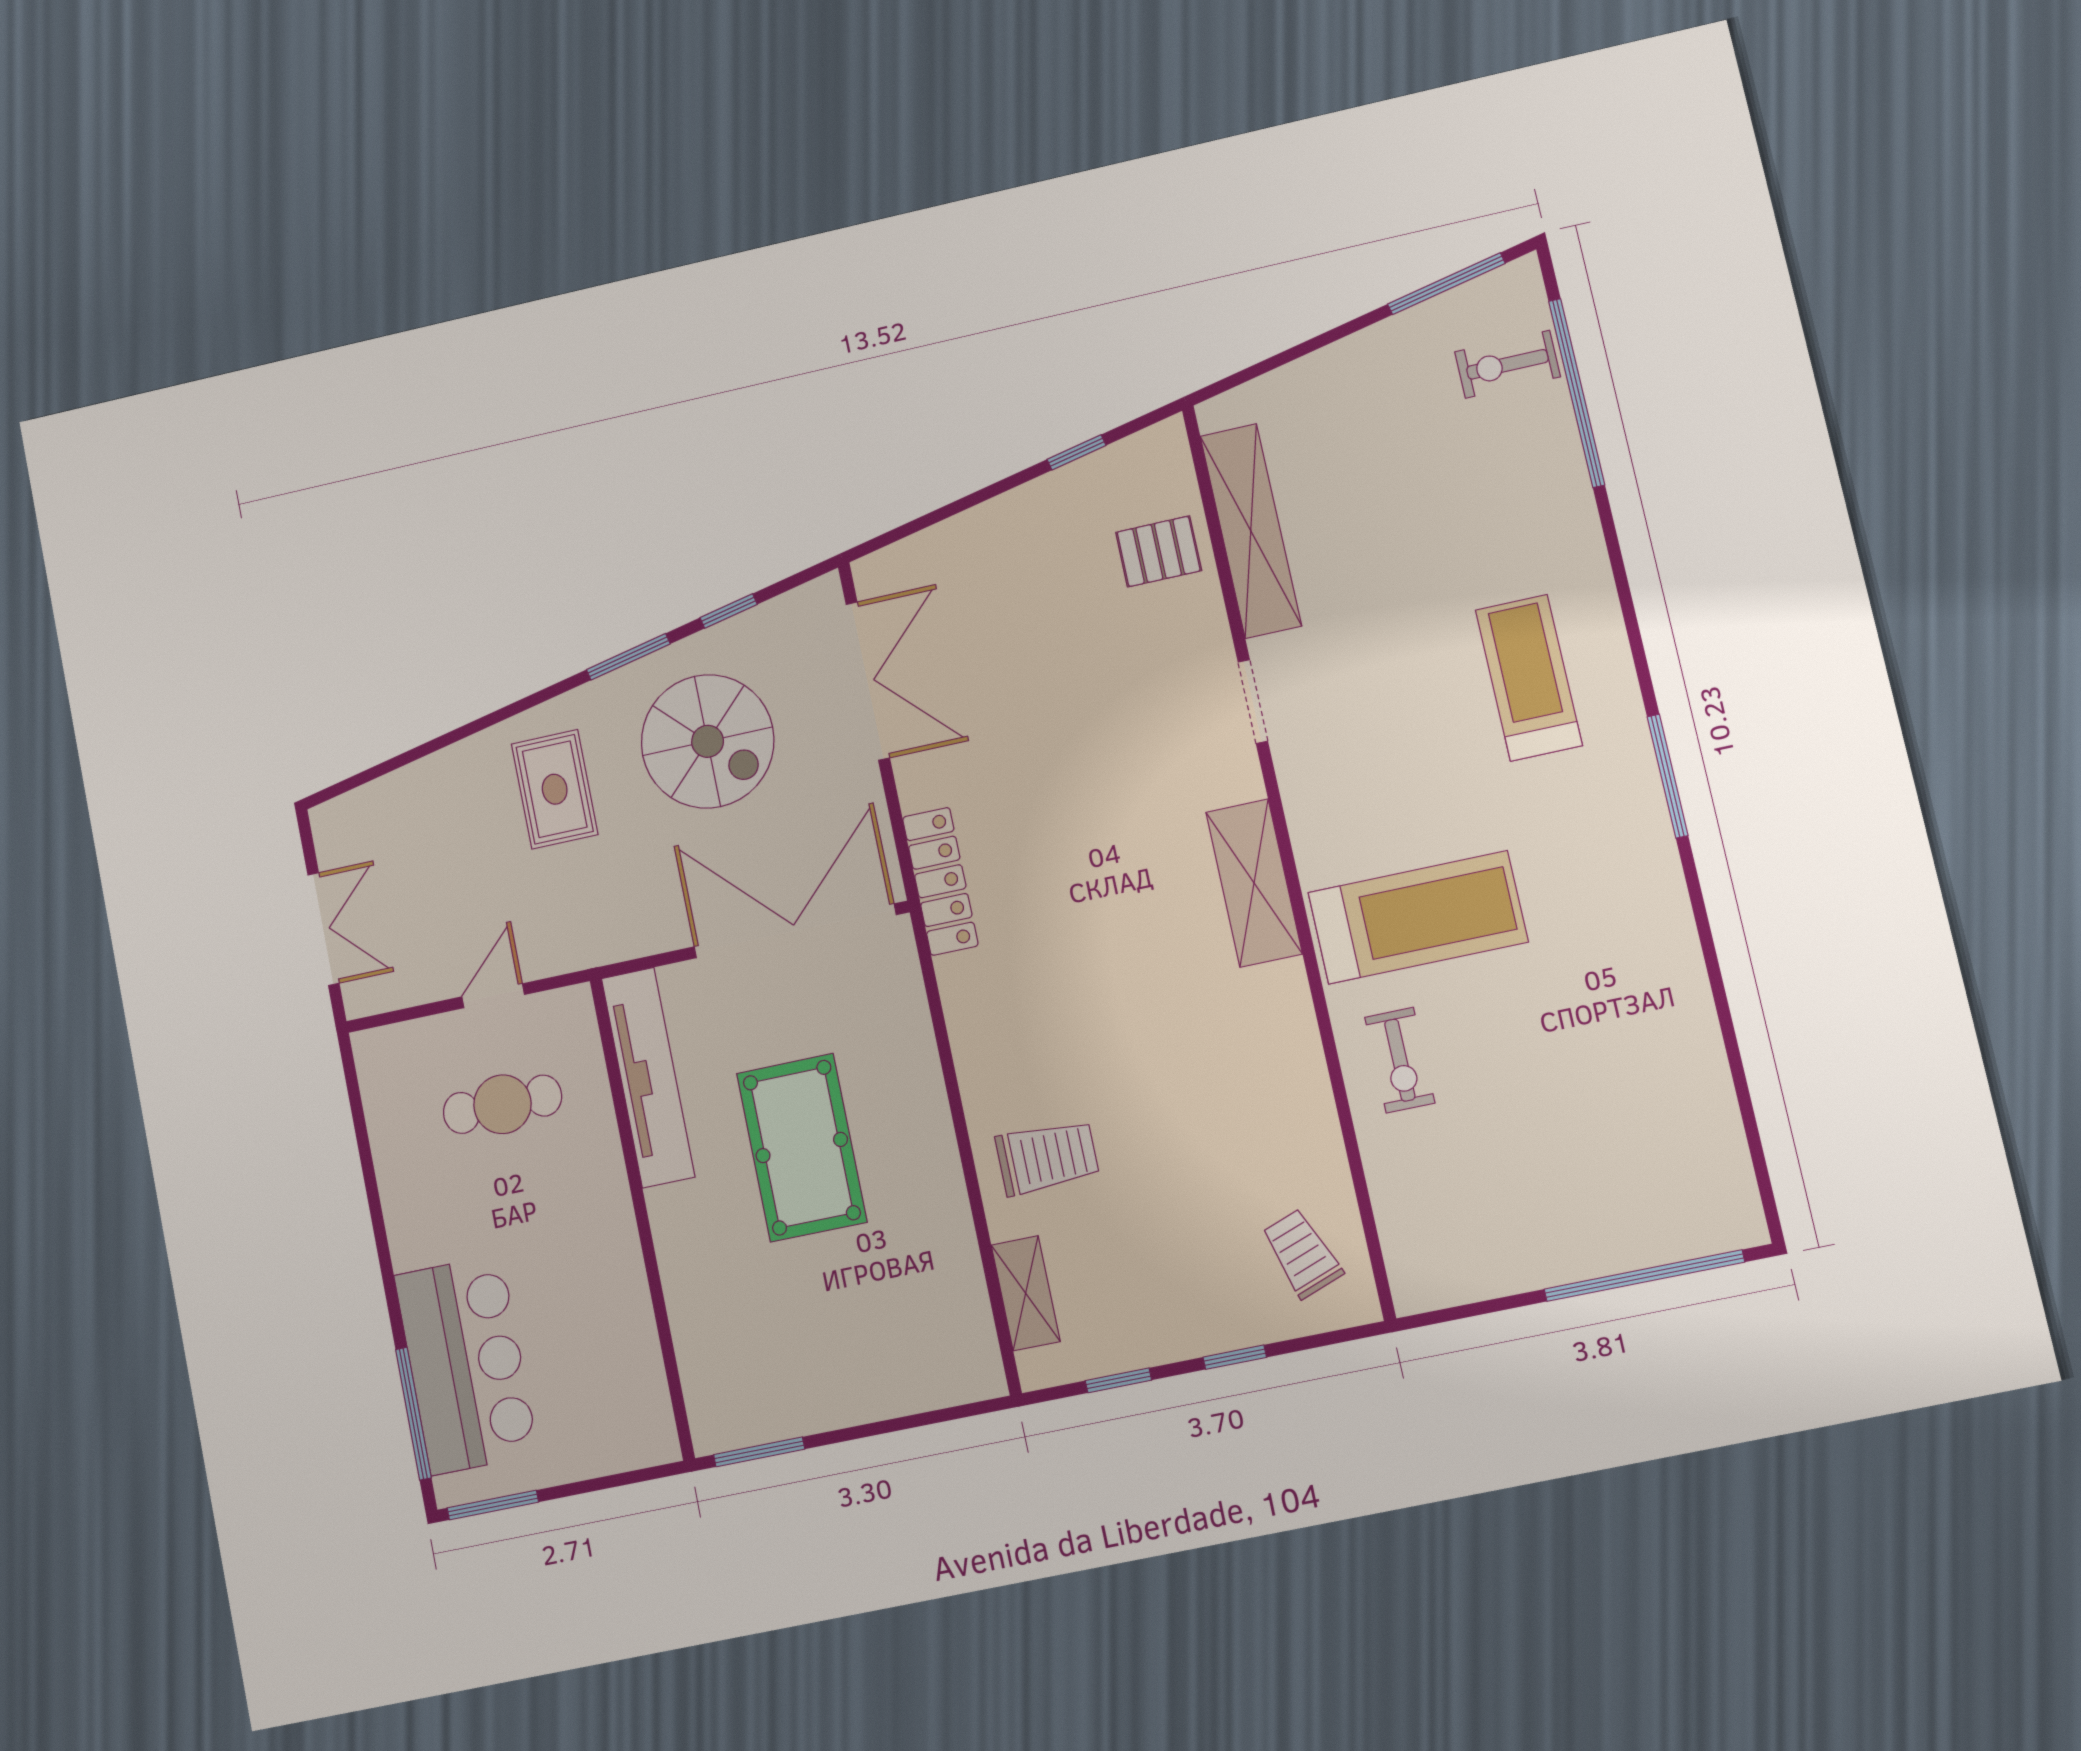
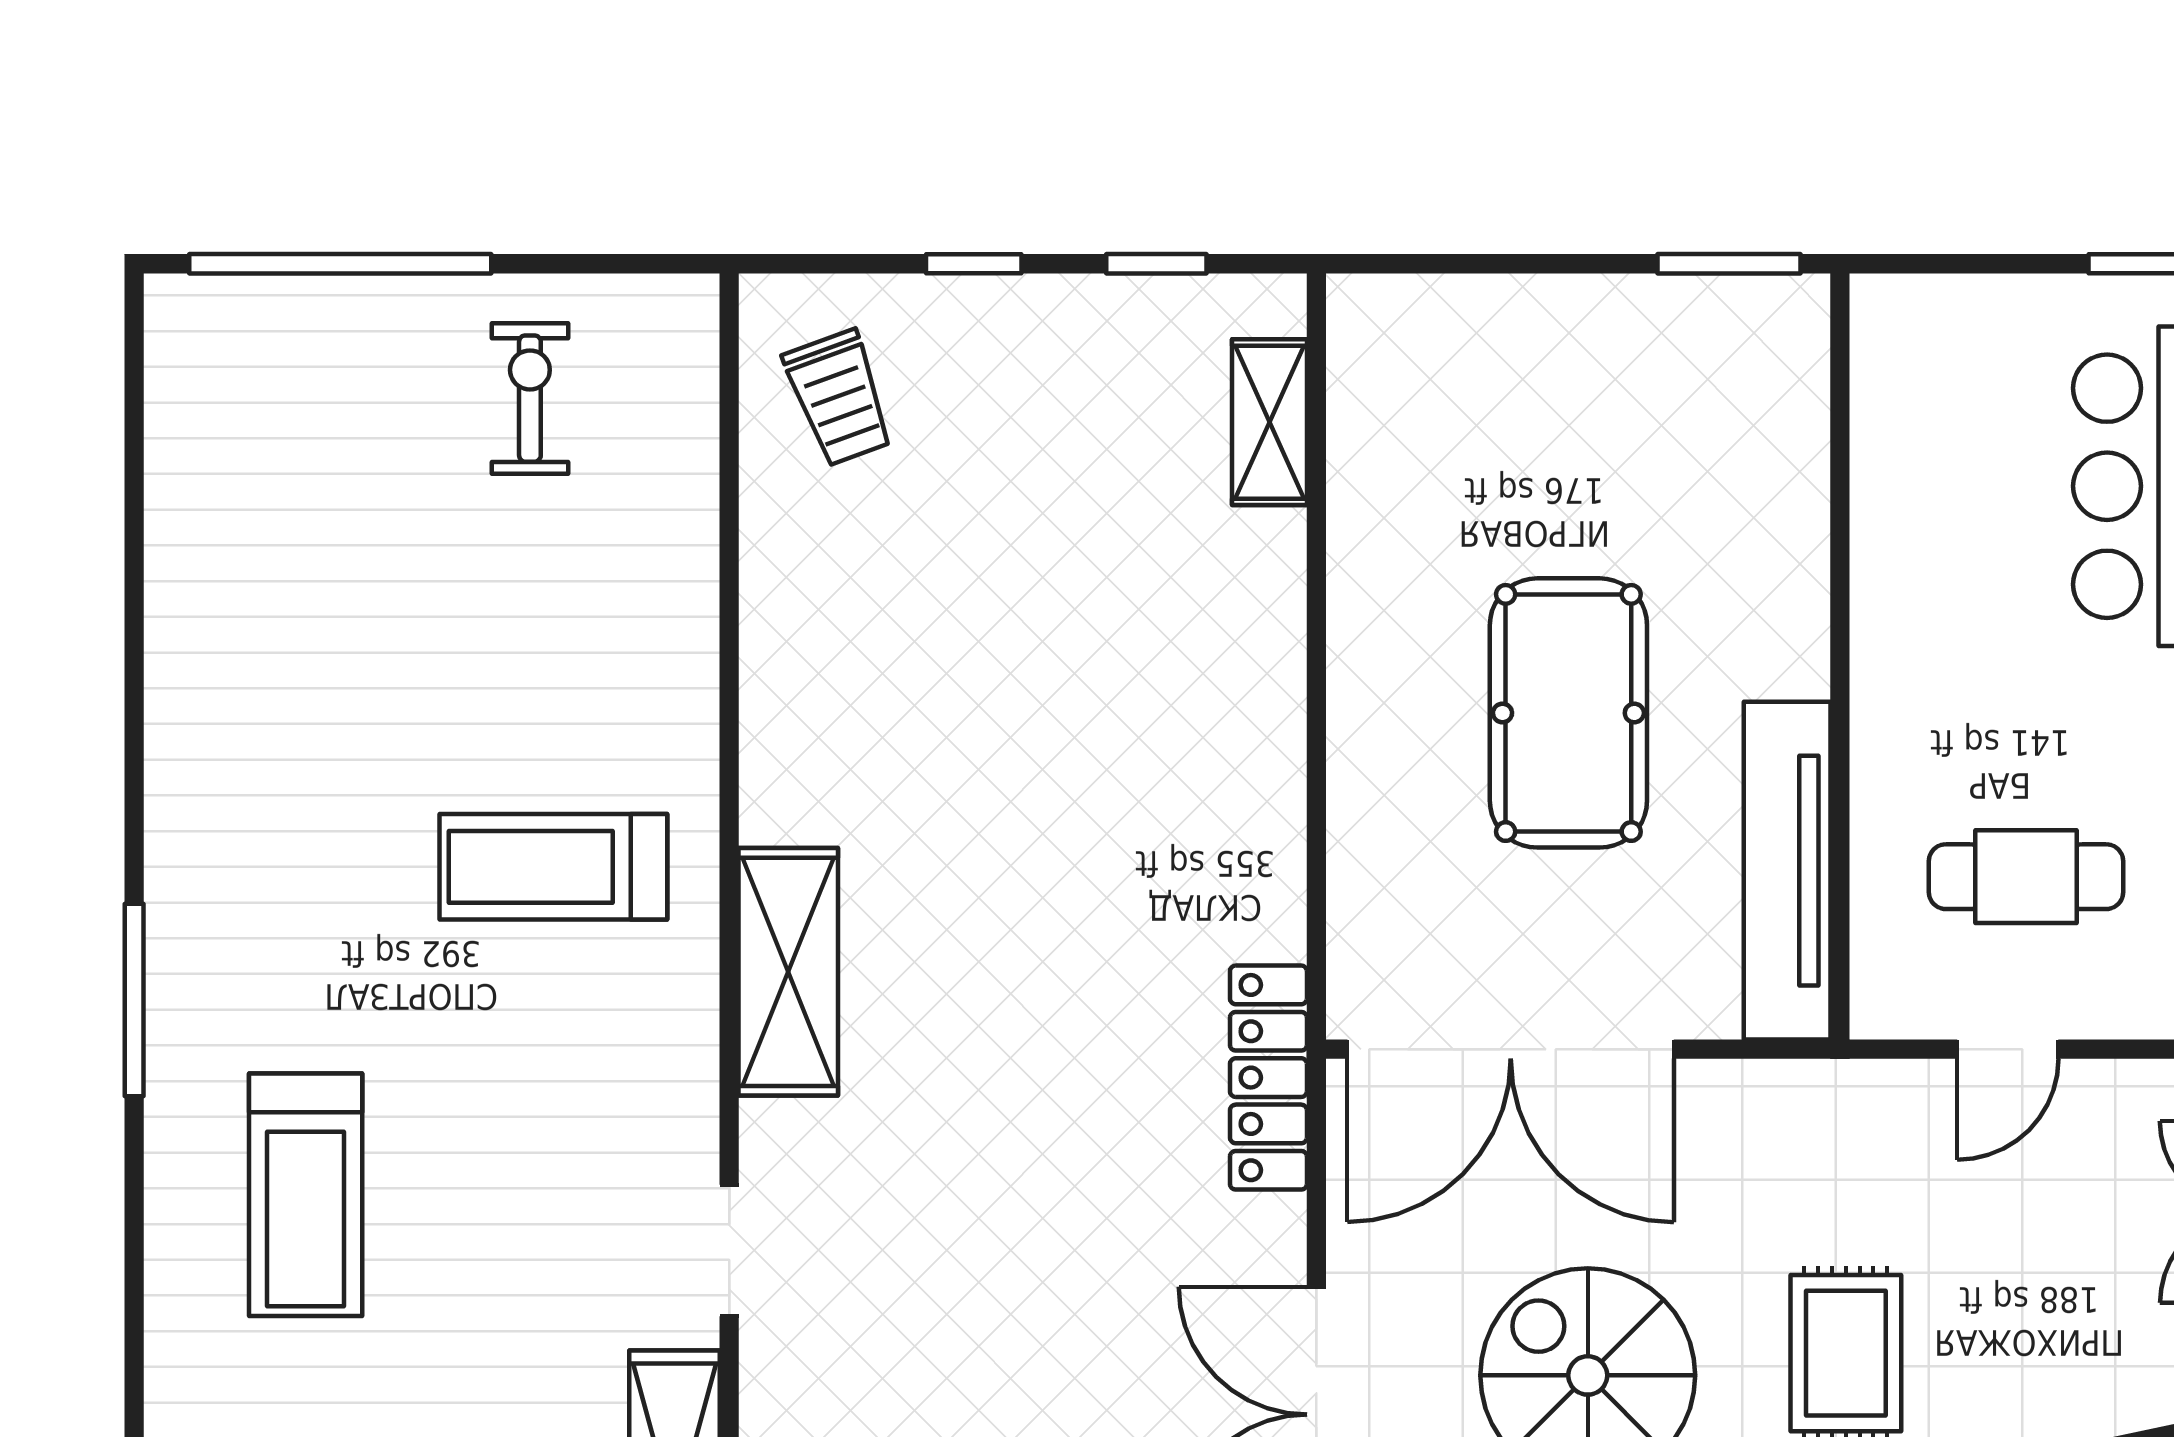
treadmill: (1418, 917) -> (553, 867), width x0.73, depth x0.73
exercise bike: (1400, 1060) -> (530, 399), moved
trolley: (1047, 1157) -> (1193, 621), removed

